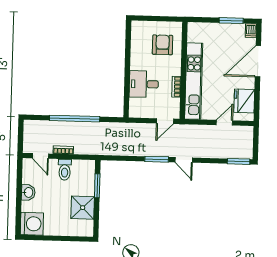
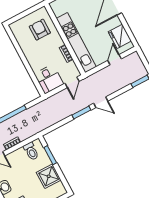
desk: (144, 84) -> (49, 79), moved, turned -90
toilet: (65, 170) -> (31, 151), moved

